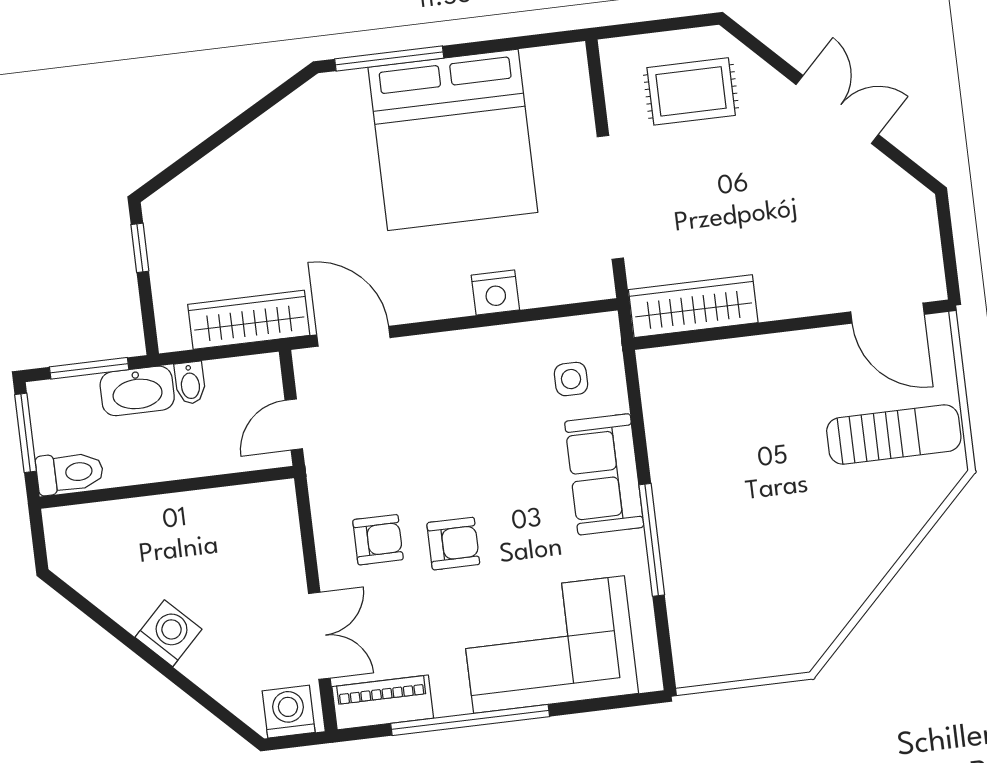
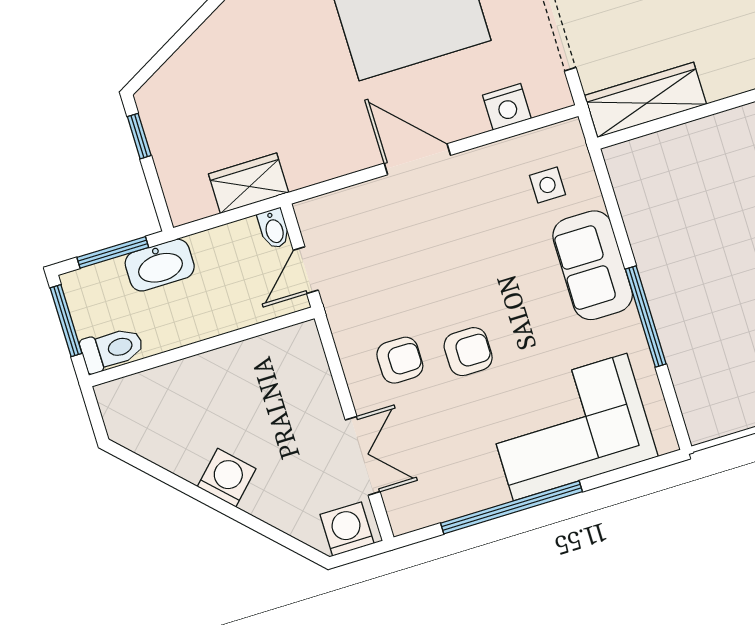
nightstand: (495, 293) -> (507, 107), moved
wardrobe: (249, 320) -> (249, 183), width x0.67
door: (353, 336) -> (417, 159), moved
bidet: (190, 383) -> (274, 229), moved
piano: (383, 702) -> (430, 506), removed

